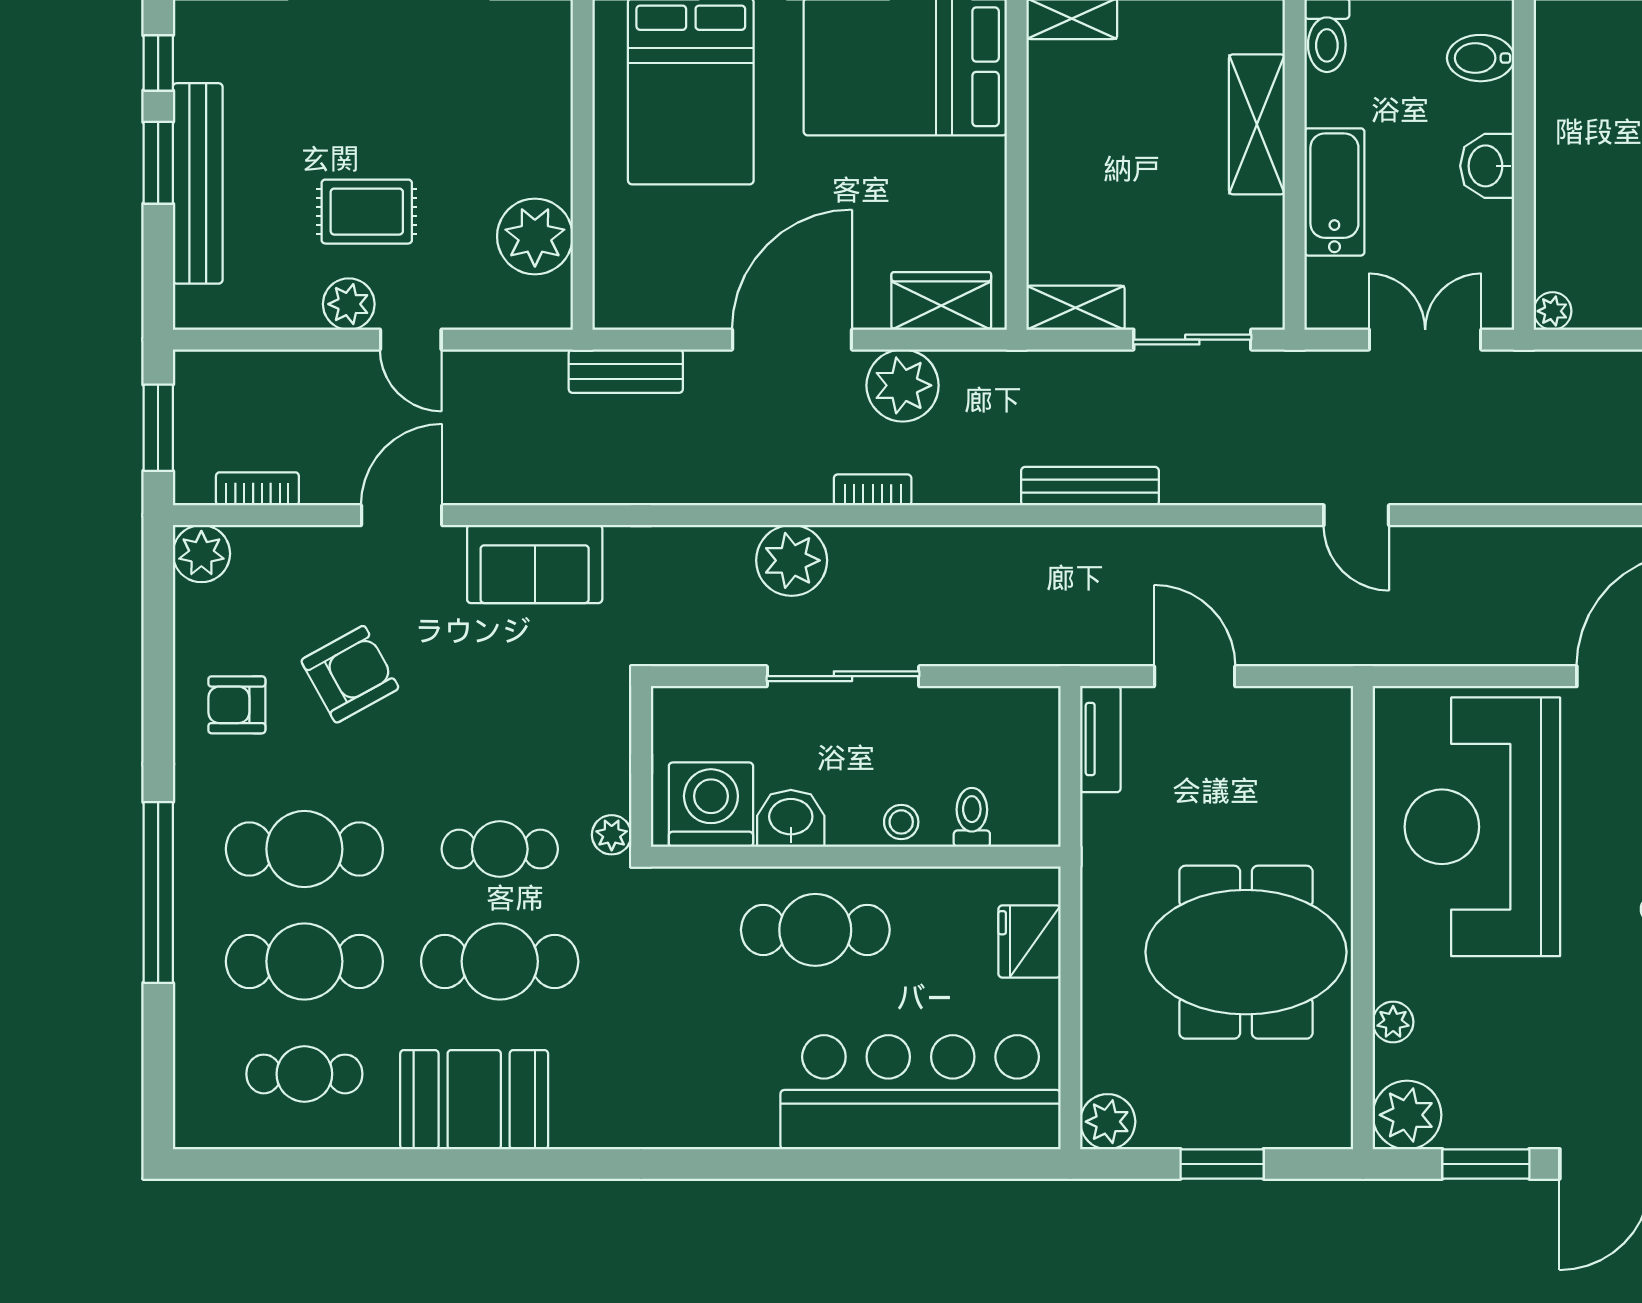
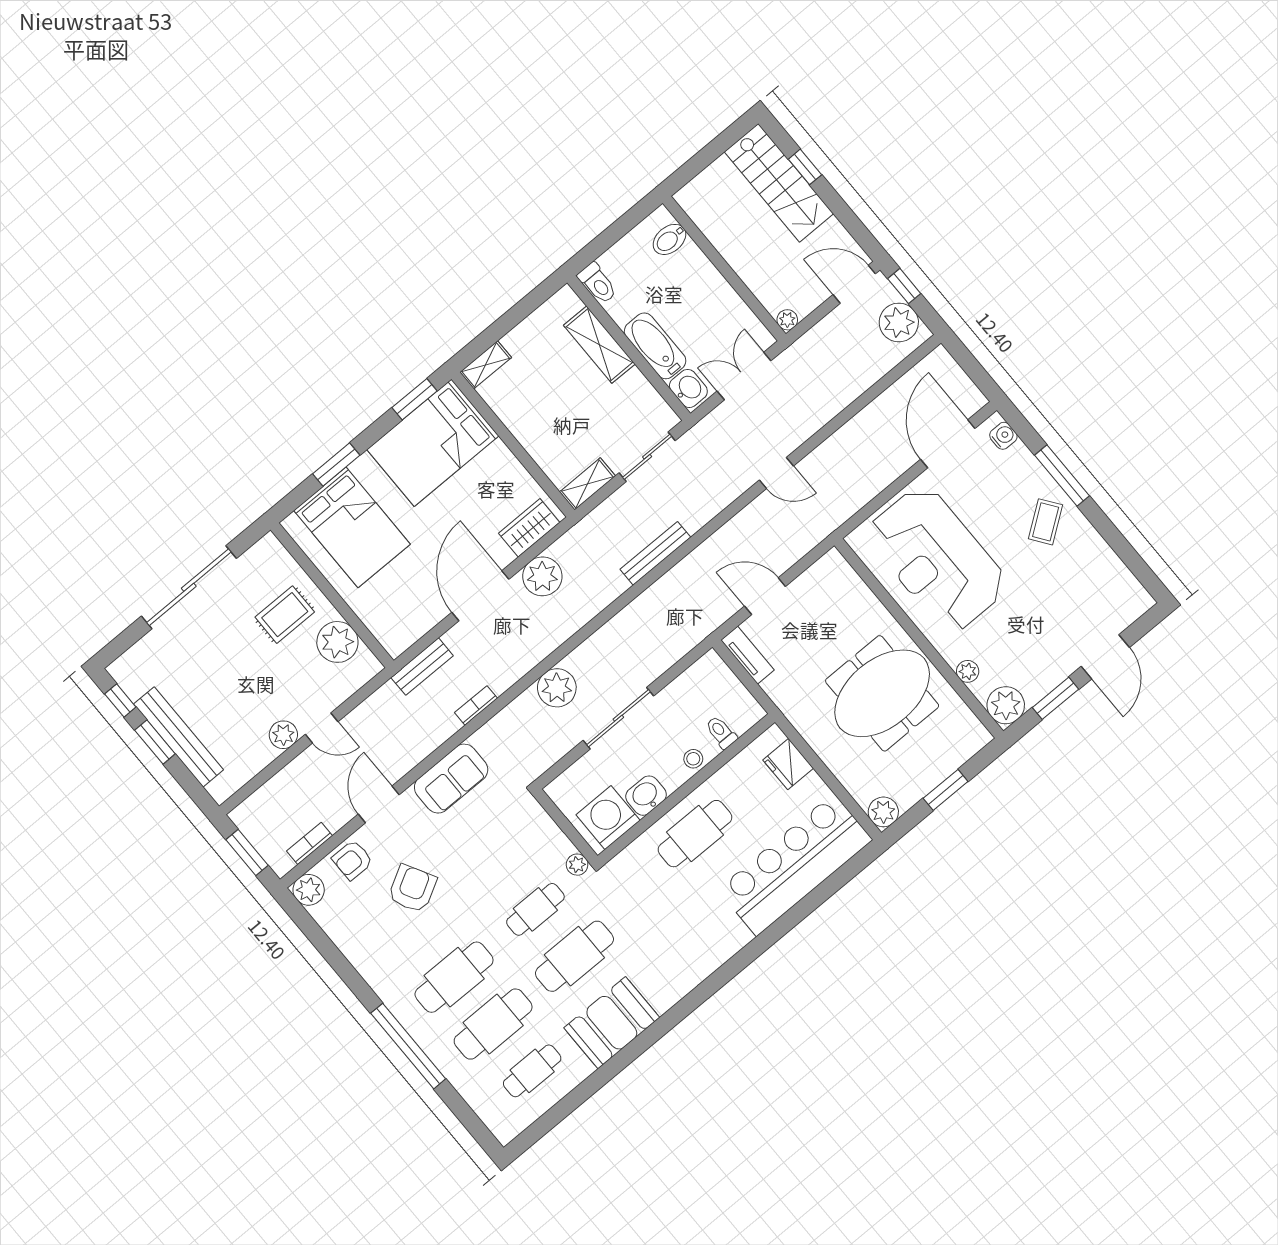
washbasin: (1487, 166) -> (688, 388), moved, turned 180
rug: (367, 212) -> (285, 615), moved
bookcase: (873, 490) -> (476, 705), moved
armchair: (237, 705) -> (352, 860), moved

